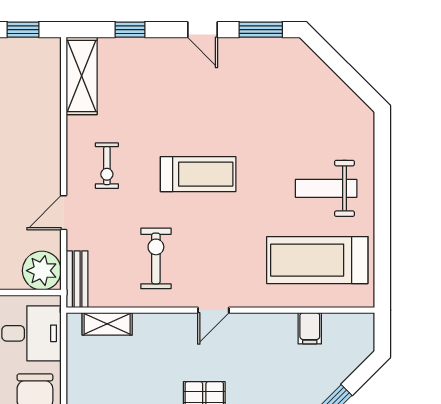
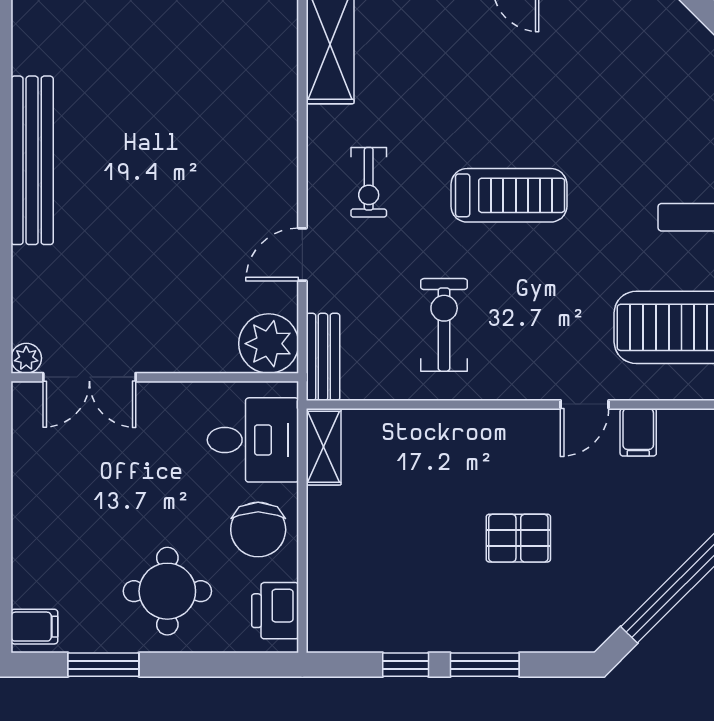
door: (213, 310) -> (585, 404), moved
shelving: (107, 324) -> (324, 447), moved, turned 90
filing cabinet: (310, 328) -> (638, 432), moved

